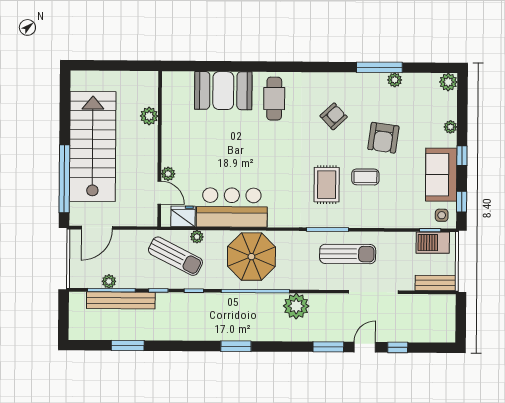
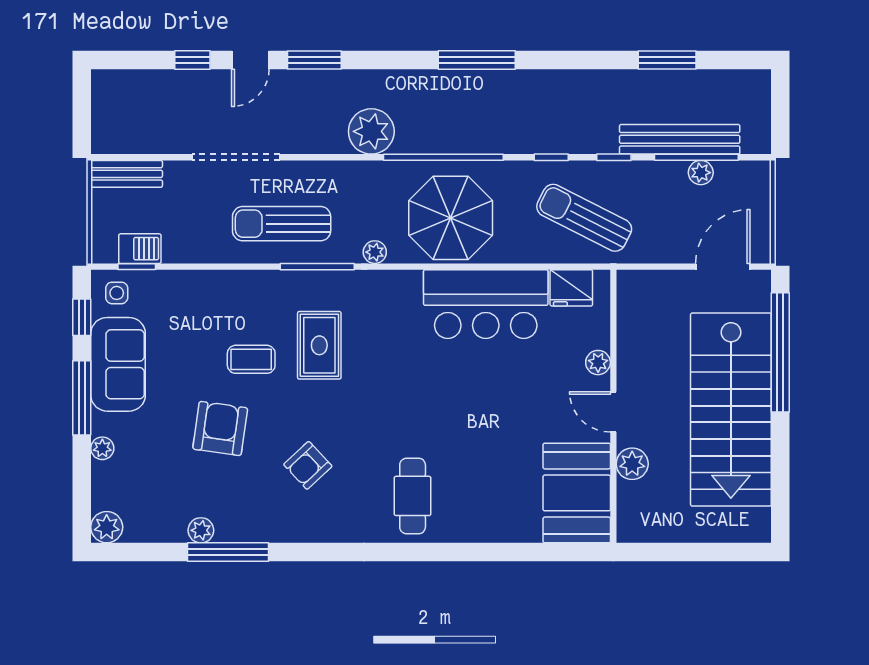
booth: (223, 91) -> (577, 493), moved, turned 90
window: (462, 156) -> (82, 398), width x2.17
door: (159, 193) -> (613, 412), moved
plant: (197, 237) -> (375, 252), moved
barbecue: (433, 243) -> (140, 249), width x0.73, depth x0.79
window: (236, 346) -> (477, 60), width x1.44

